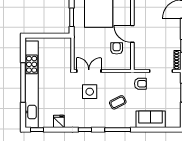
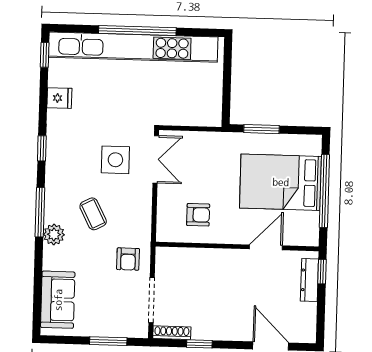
door: (132, 34) -> (266, 247), moved
sofa: (151, 119) -> (58, 300), moved
plant: (129, 122) -> (54, 234), added

